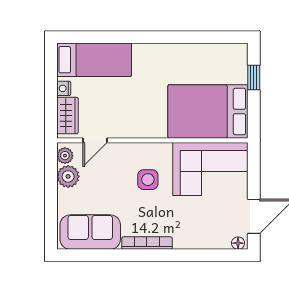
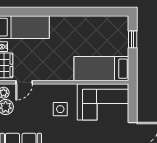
bed: (208, 111) -> (101, 69), width x0.67

